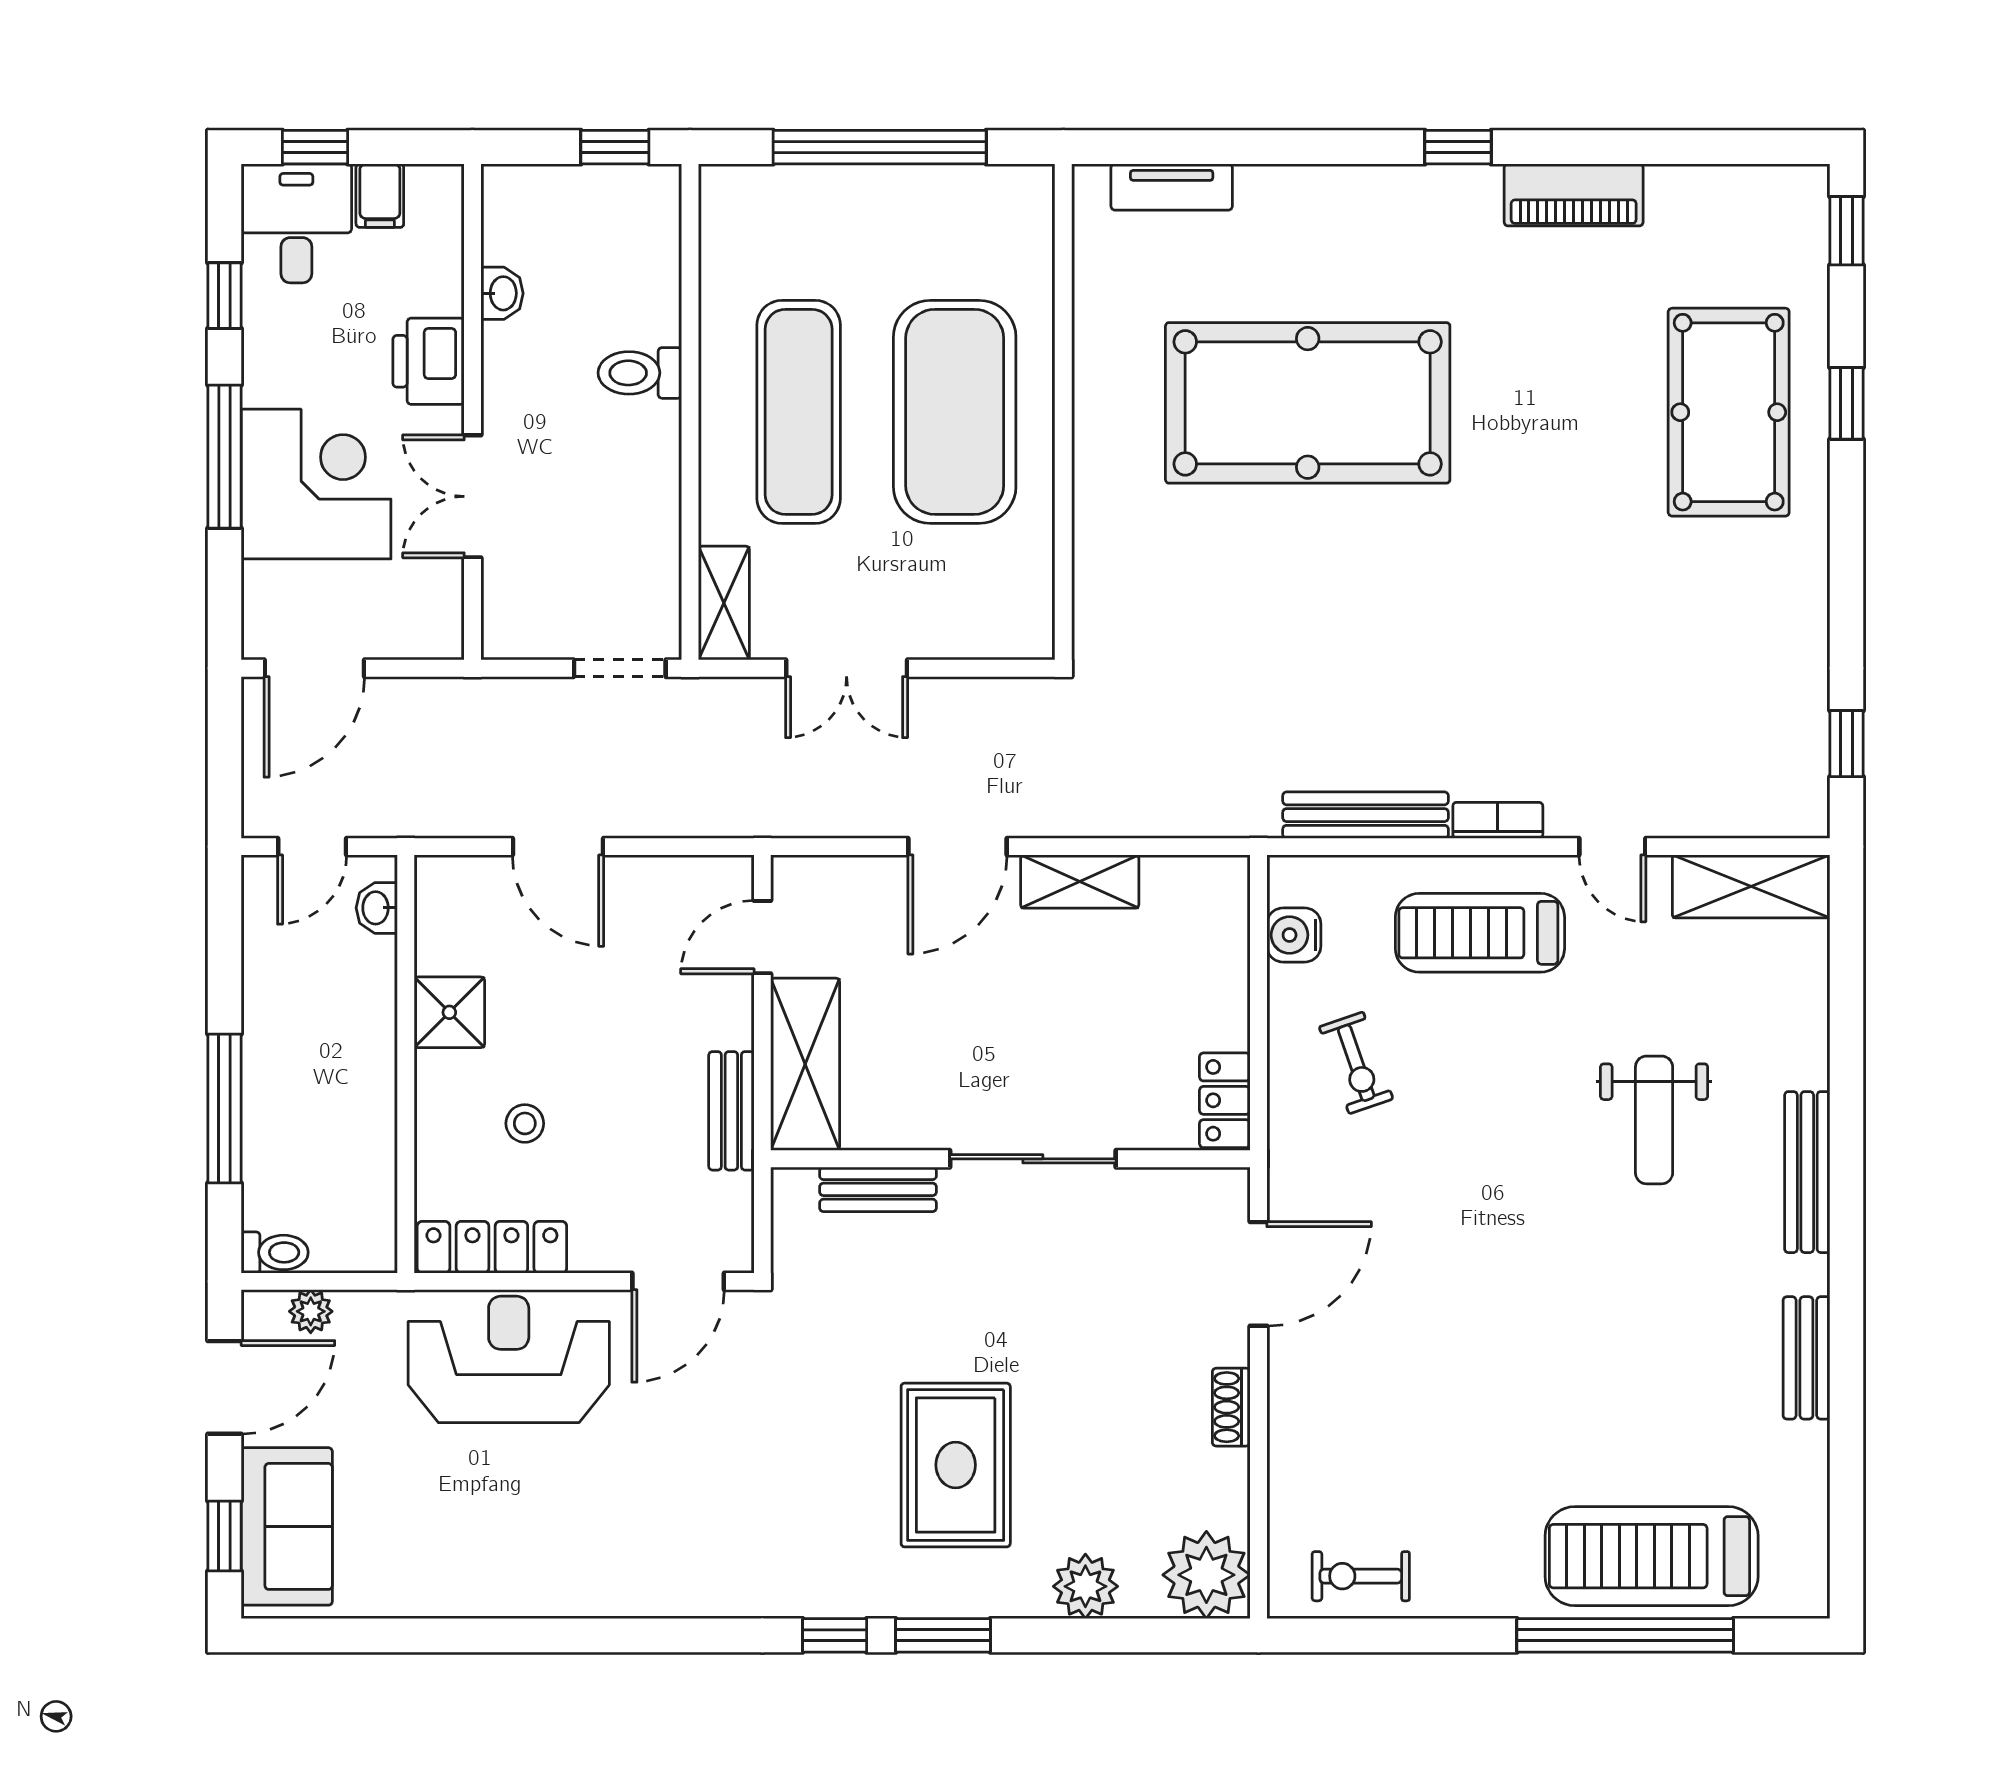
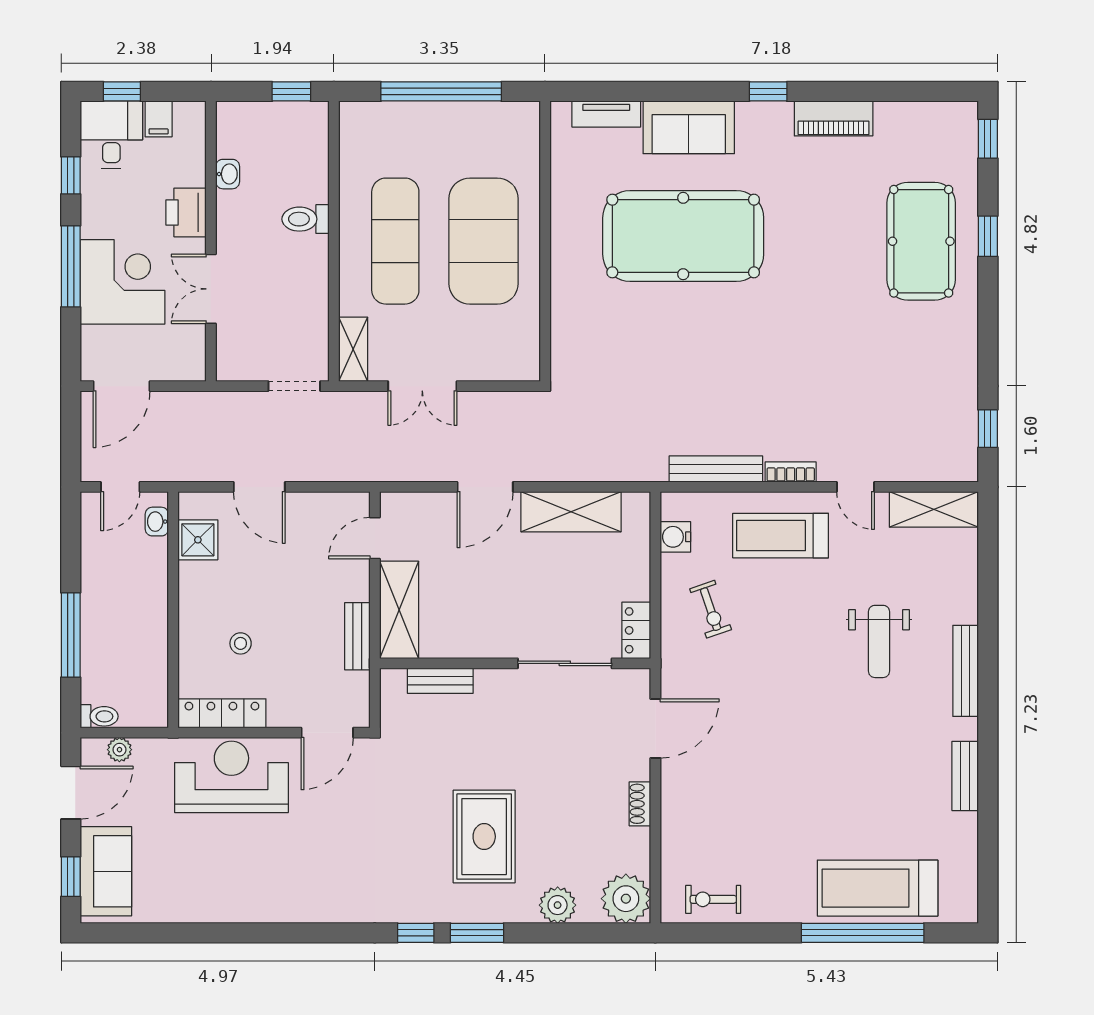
sofa: (1318, 211) -> (689, 127), added
shelving: (1080, 882) -> (571, 512), width x1.50, depth x1.33
shower: (449, 1012) -> (198, 540), moved
sliding door: (1033, 1159) -> (565, 663), moved

